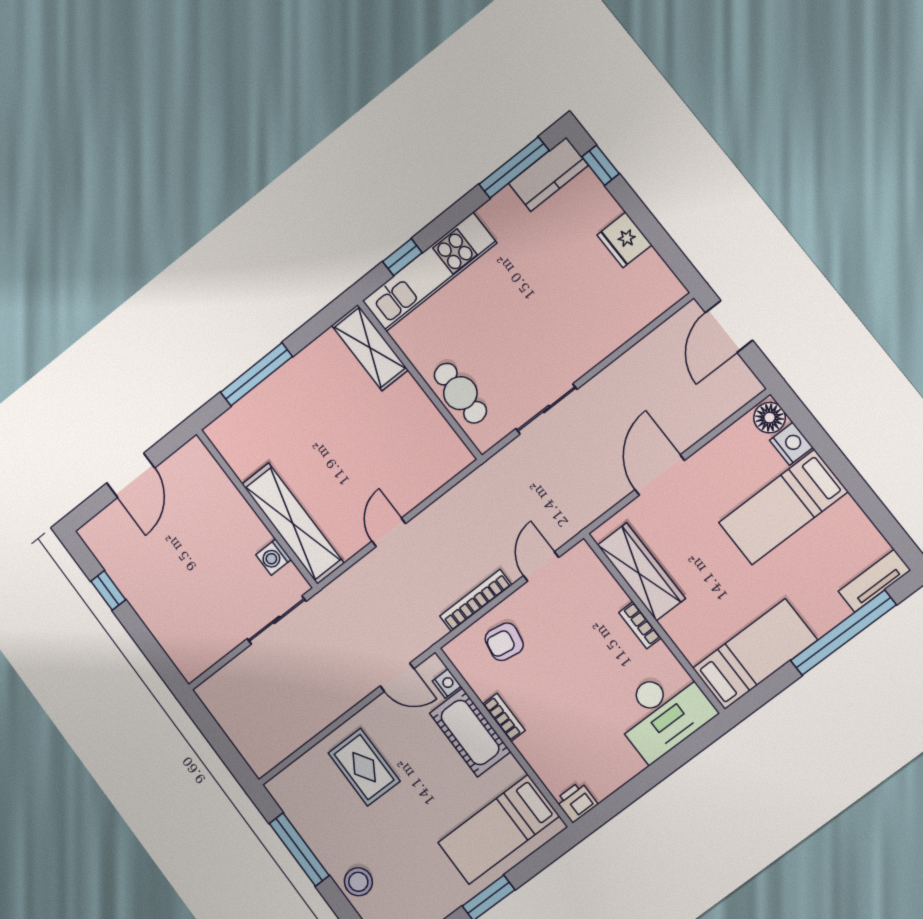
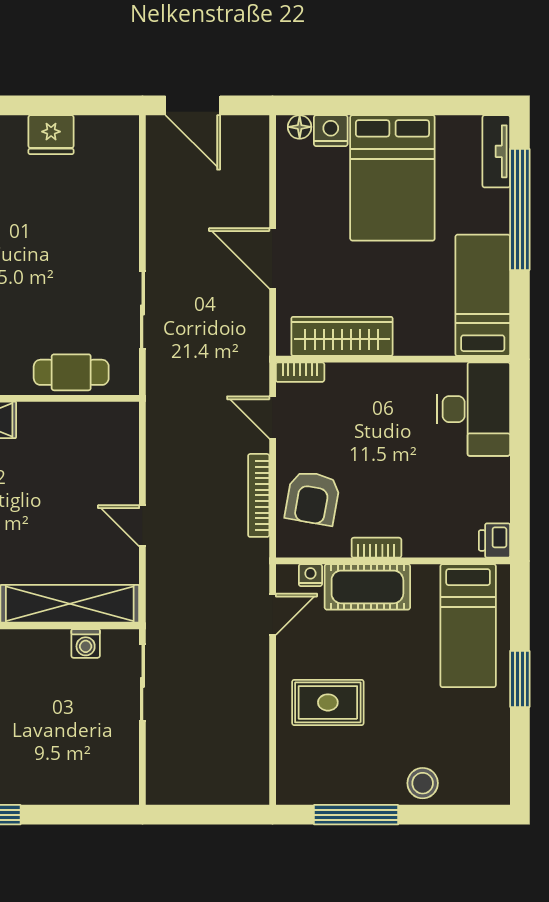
floor lamp: (770, 418) -> (300, 127), width x0.73, depth x0.73
bed: (783, 507) -> (392, 178), width x1.50
bookcase: (640, 625) -> (300, 372), moved
armchair: (504, 642) -> (312, 498), width x1.38, depth x1.38

